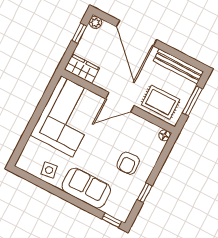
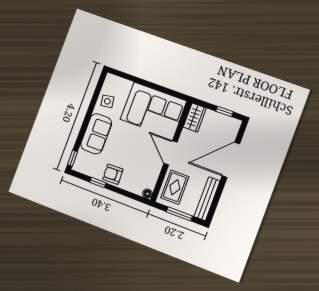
plant: (95, 22) -> (235, 124), removed
armchair: (128, 163) -> (113, 174), moved

